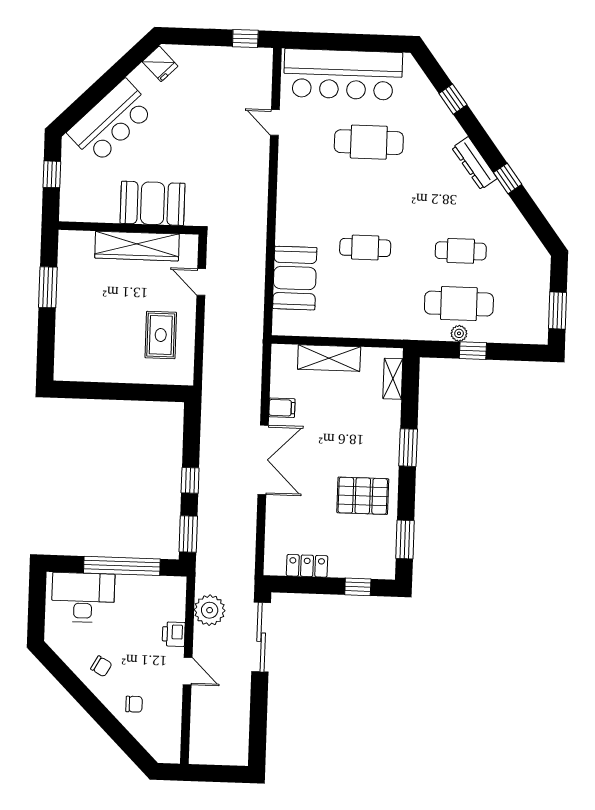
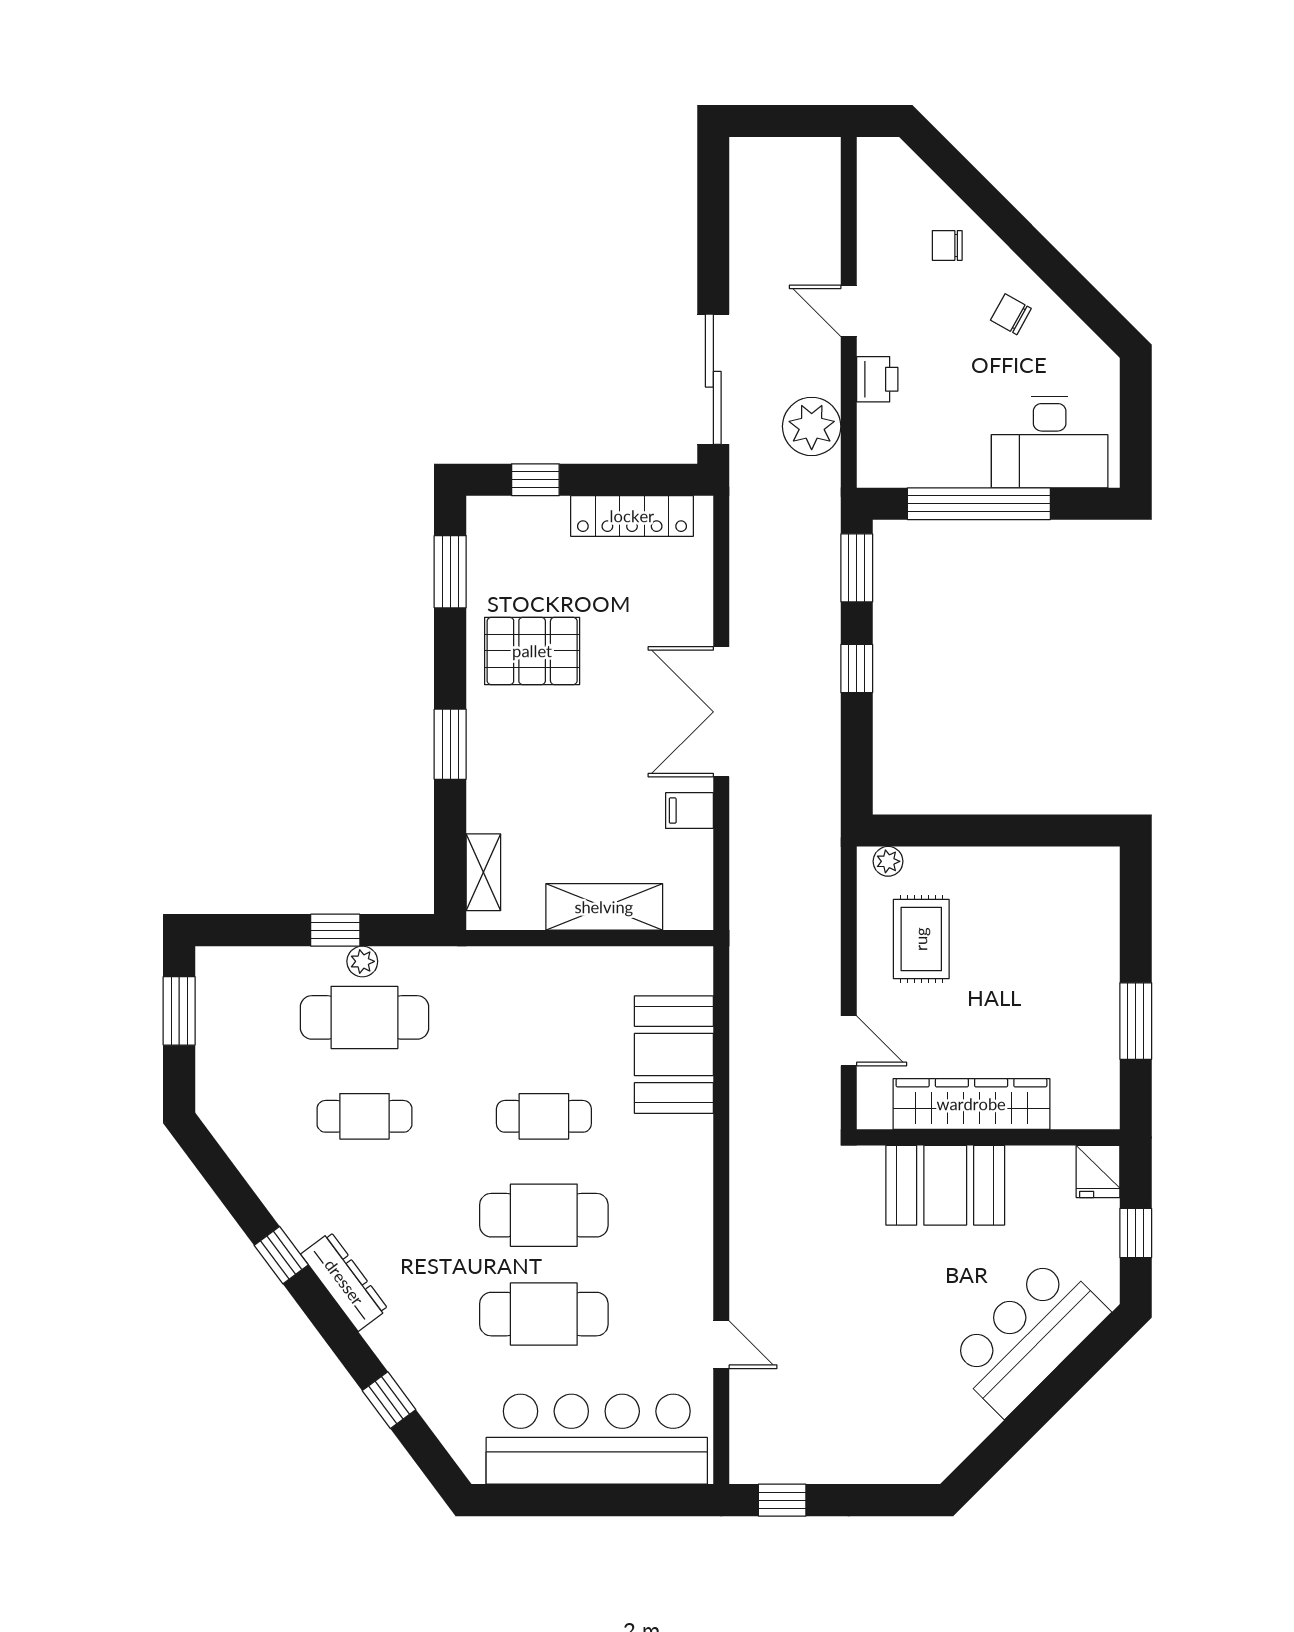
fridge: (160, 64) -> (1098, 1171), moved, turned -135
cafe table: (367, 195) -> (544, 1215), added
plant: (177, 377) -> (888, 861), added
locker: (307, 566) -> (632, 516), width x1.53

